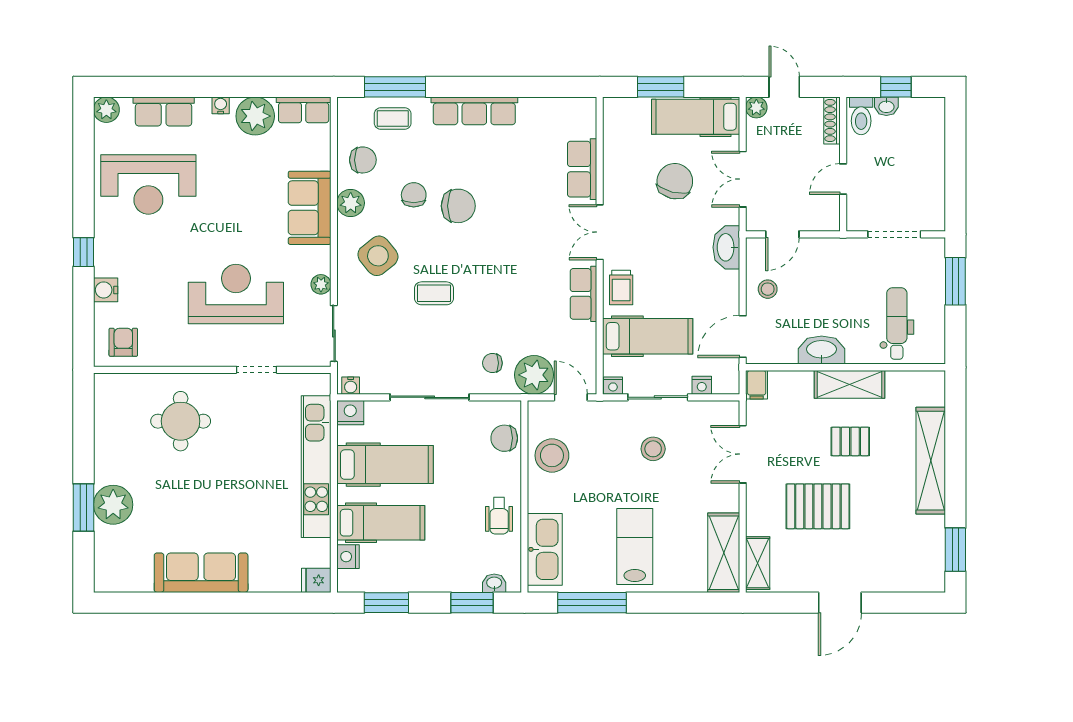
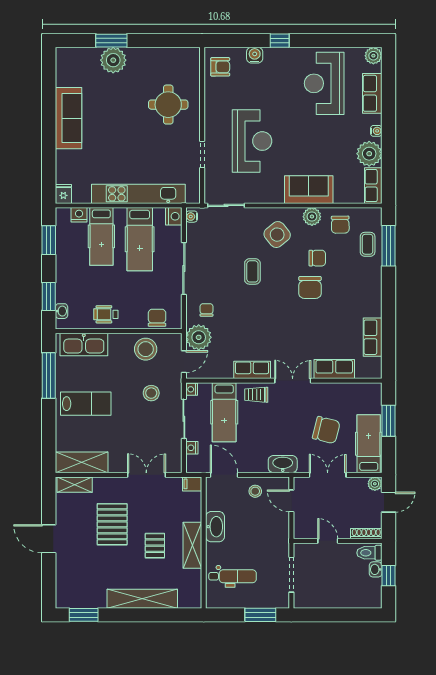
row of seats: (474, 111) -> (373, 337), moved, width x0.68
plant: (321, 284) -> (258, 197), removed
stool: (653, 449) -> (151, 393), moved

